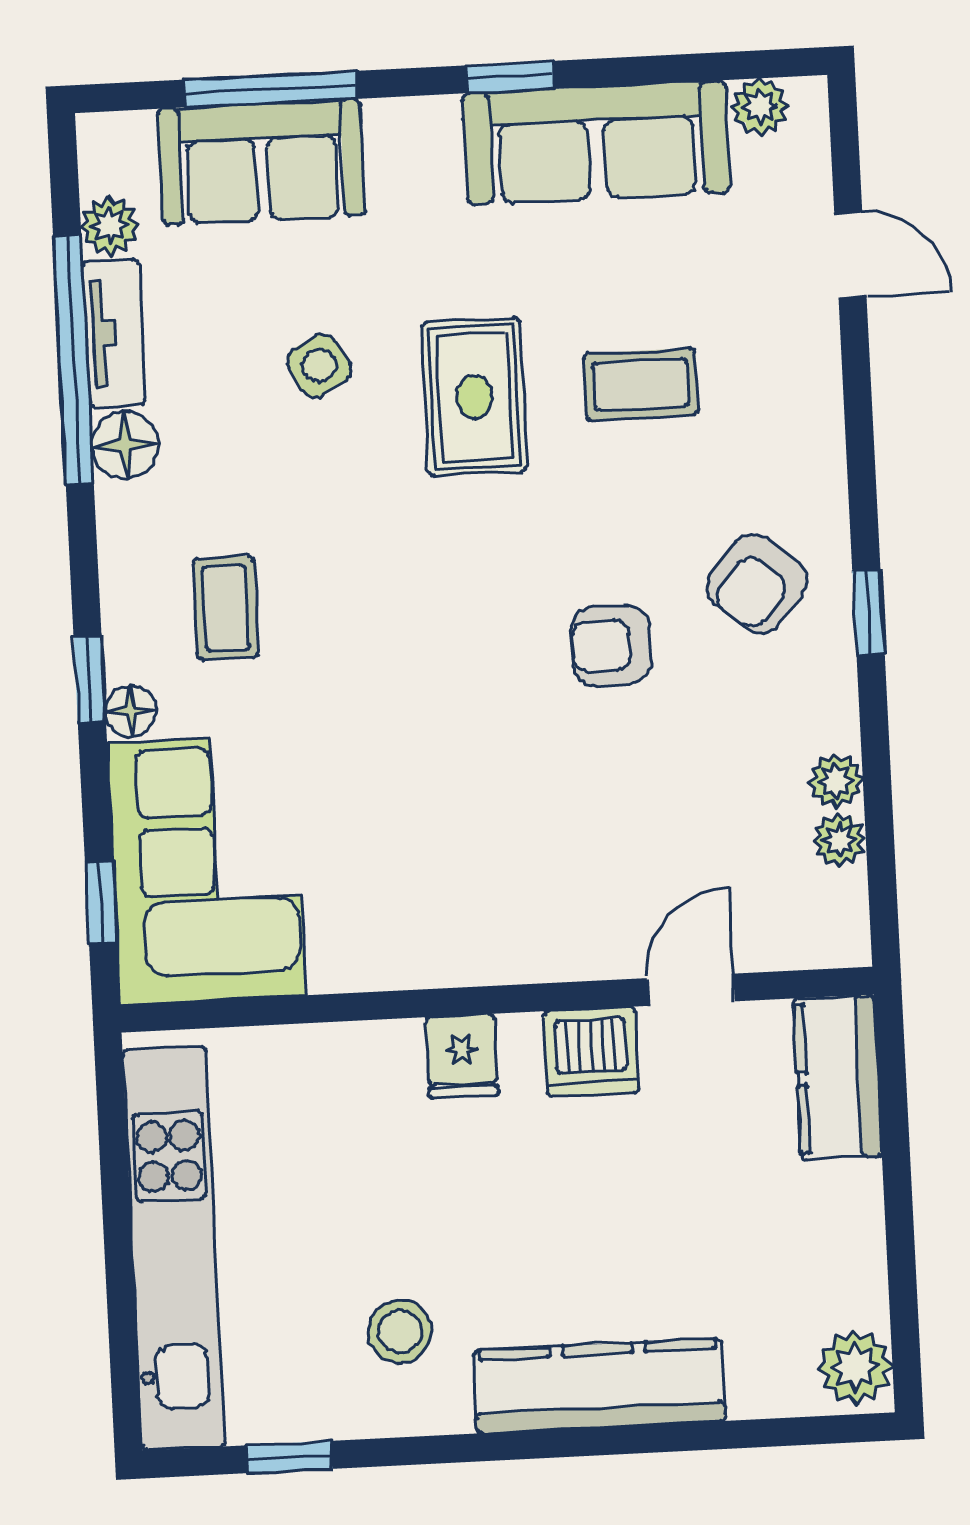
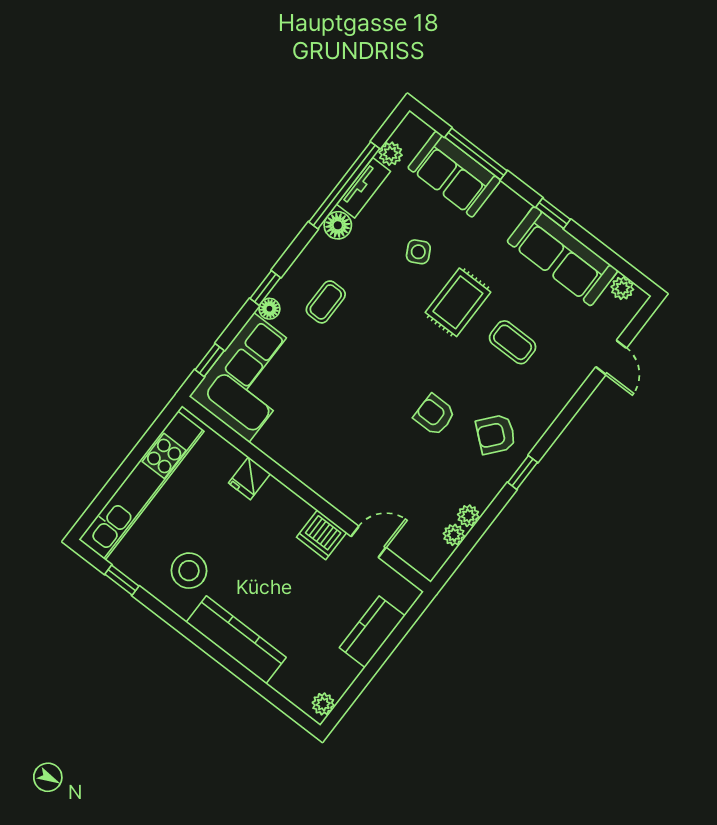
fridge: (462, 1056) -> (250, 478), moved
kitchen counter: (838, 1077) -> (372, 632), moved
stool: (400, 1331) -> (189, 571), width x1.38, depth x1.38
plant: (855, 1367) -> (323, 704), width x0.73, depth x0.73

